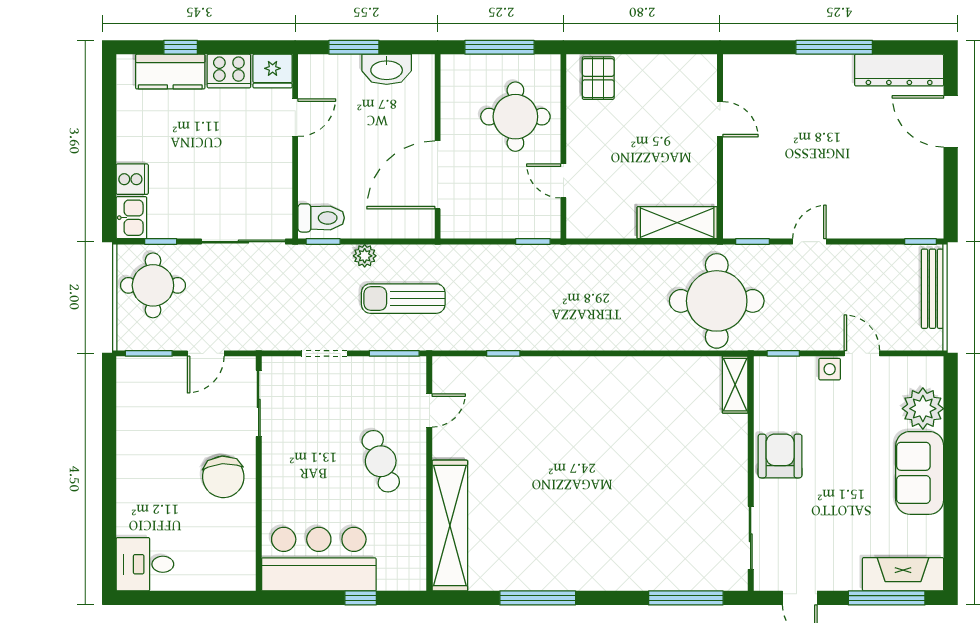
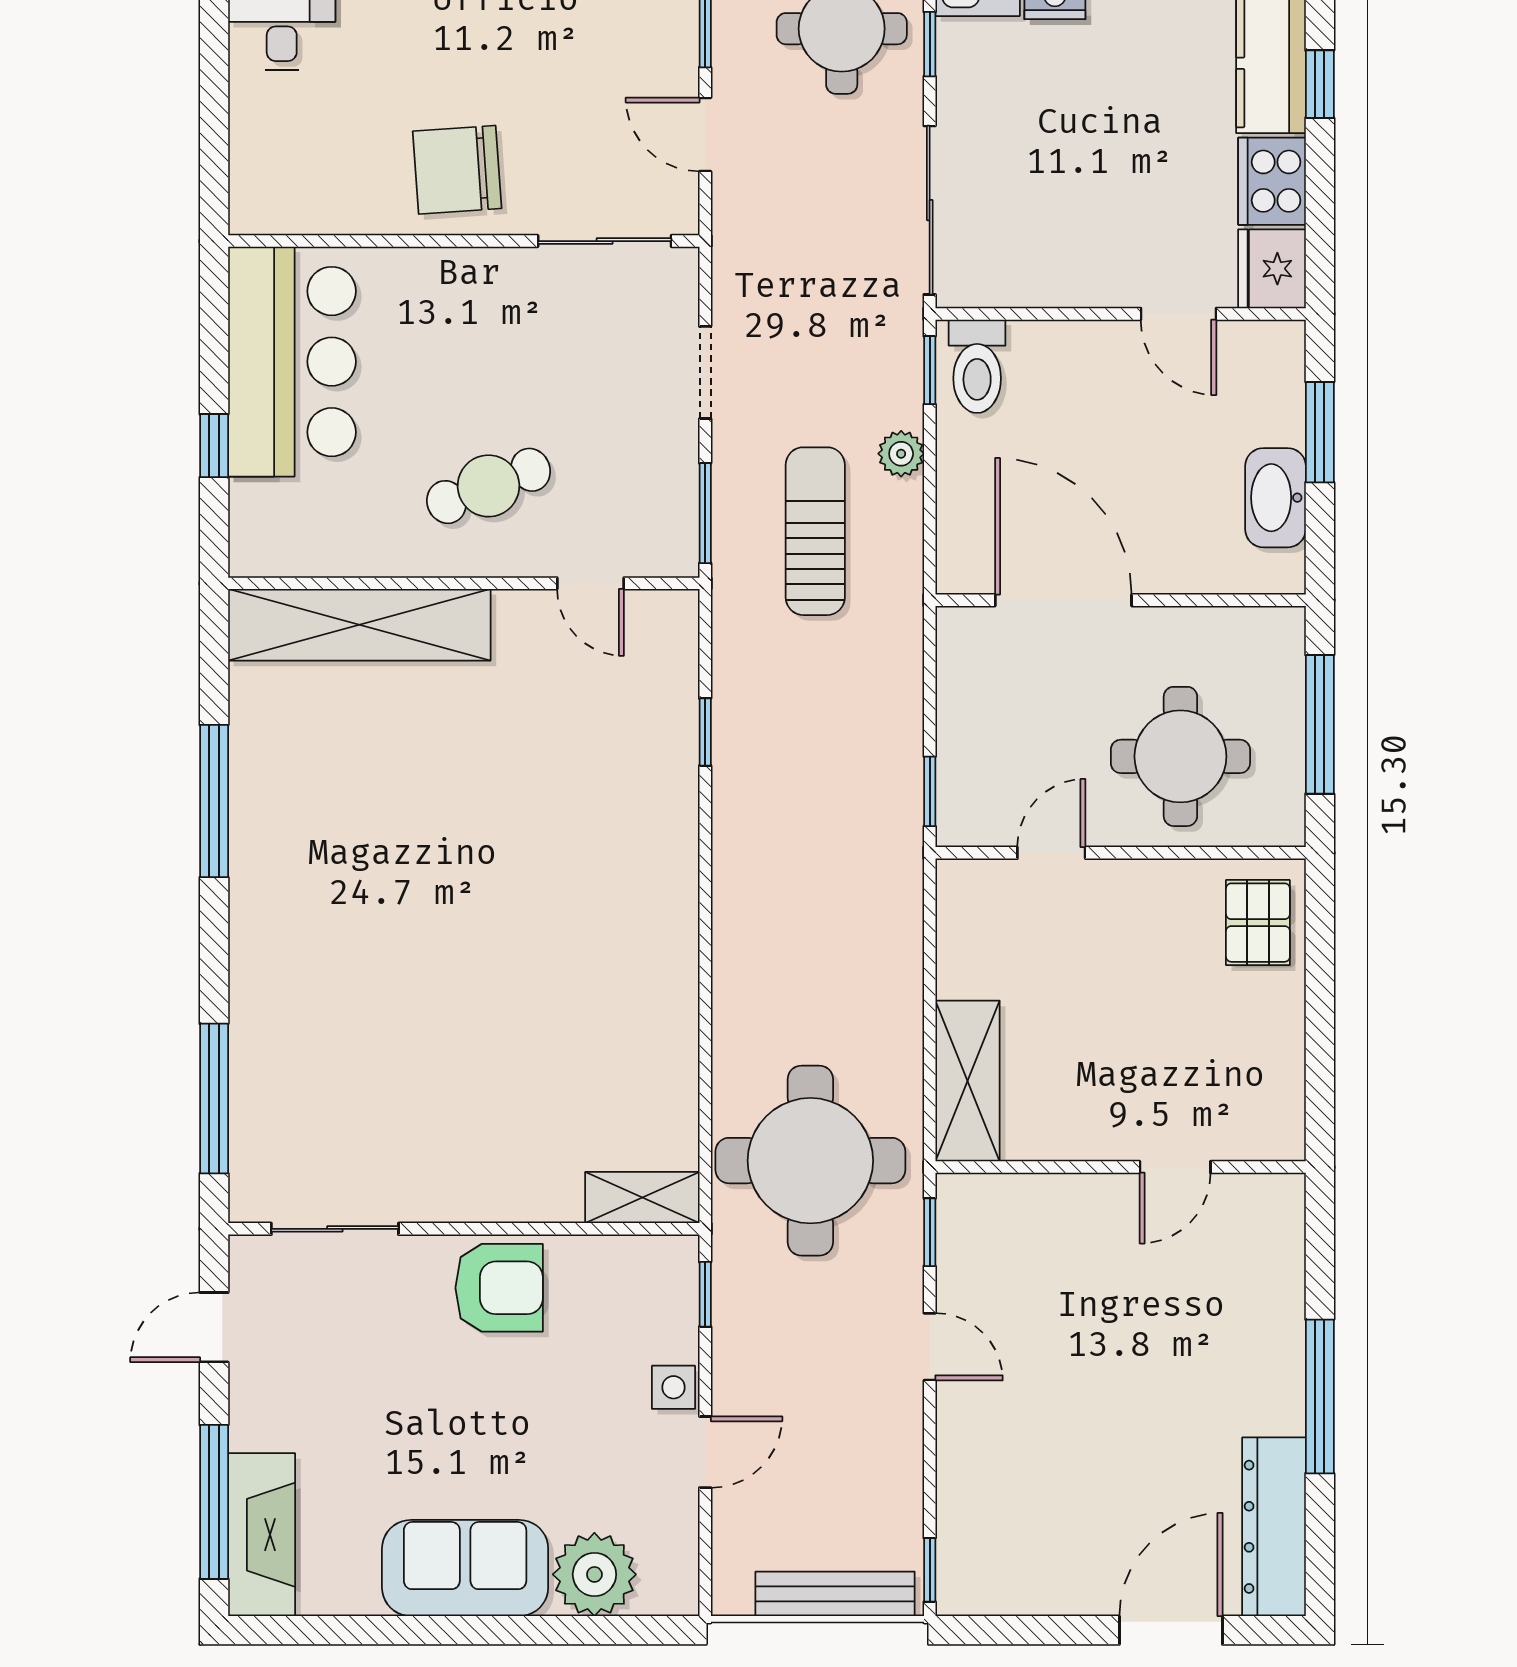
pallet: (598, 78) -> (1258, 923), turned 90

